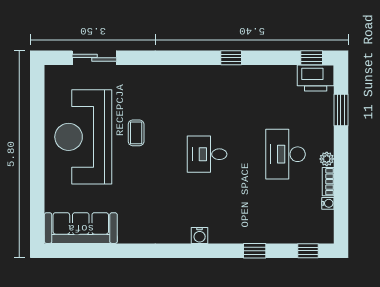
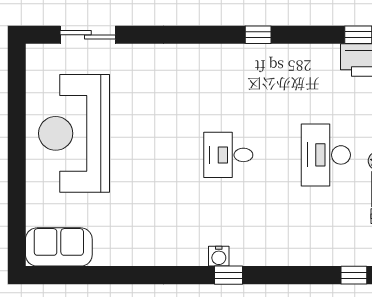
coffee table: (136, 133) -> (140, 128), removed
sofa: (81, 228) -> (59, 247), width x0.73
window: (255, 251) -> (229, 275), moved

